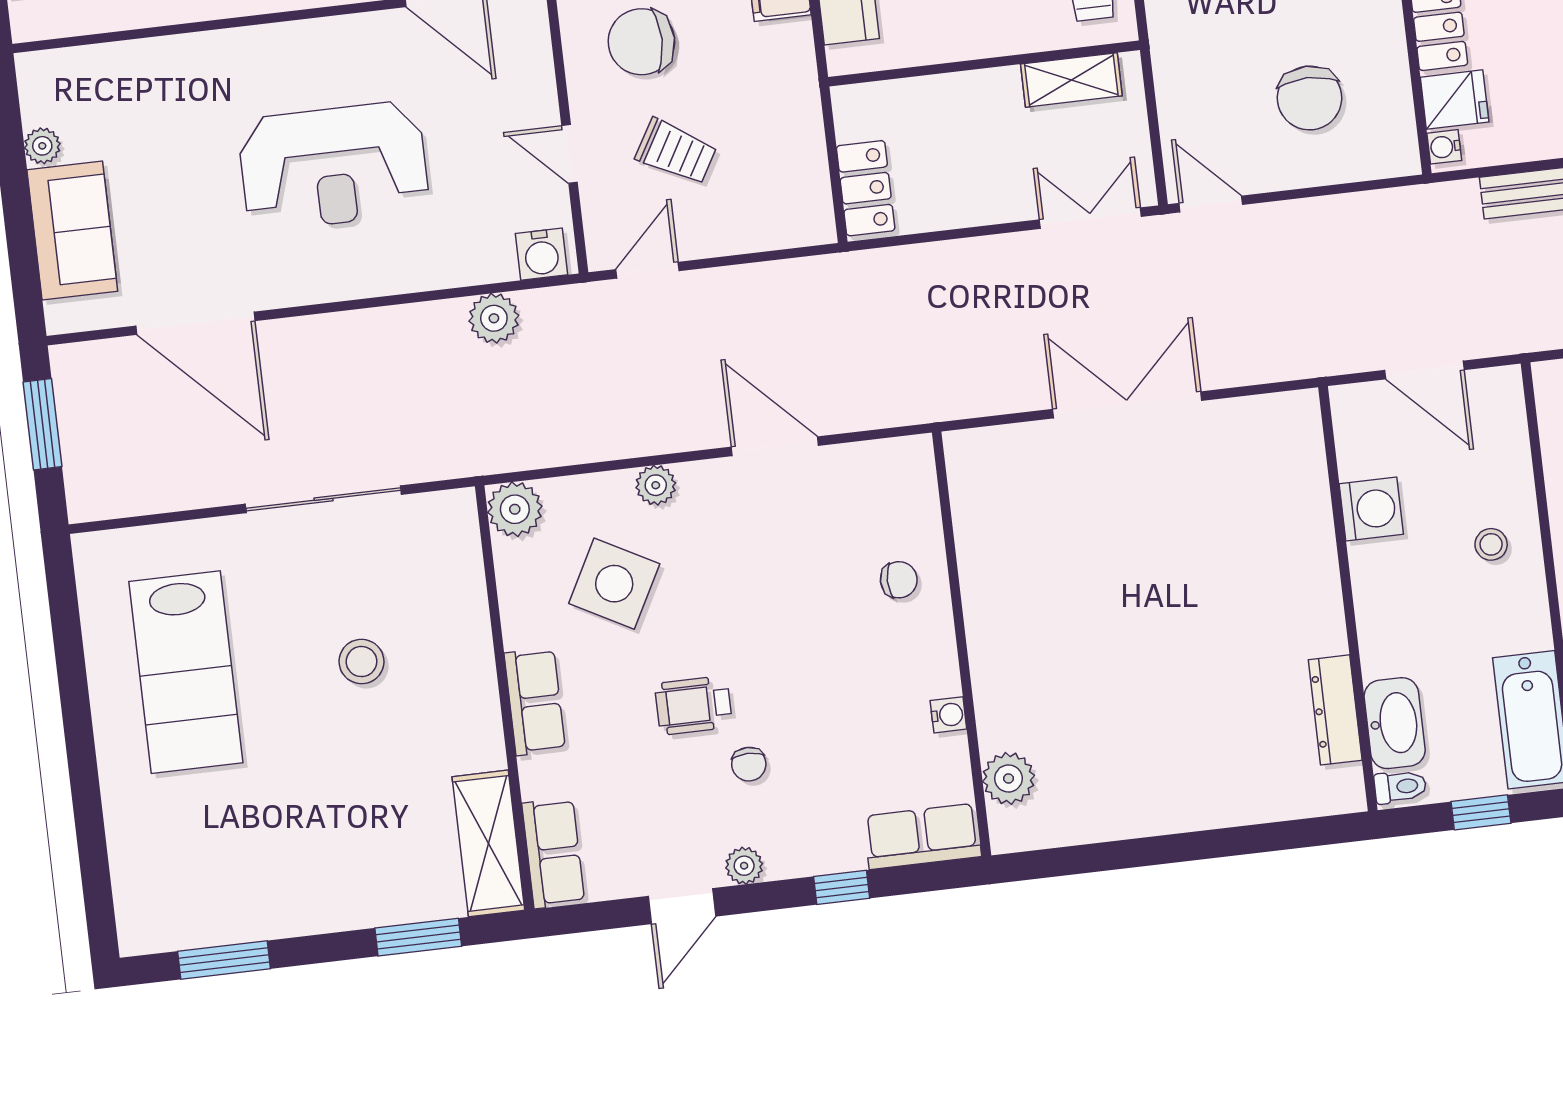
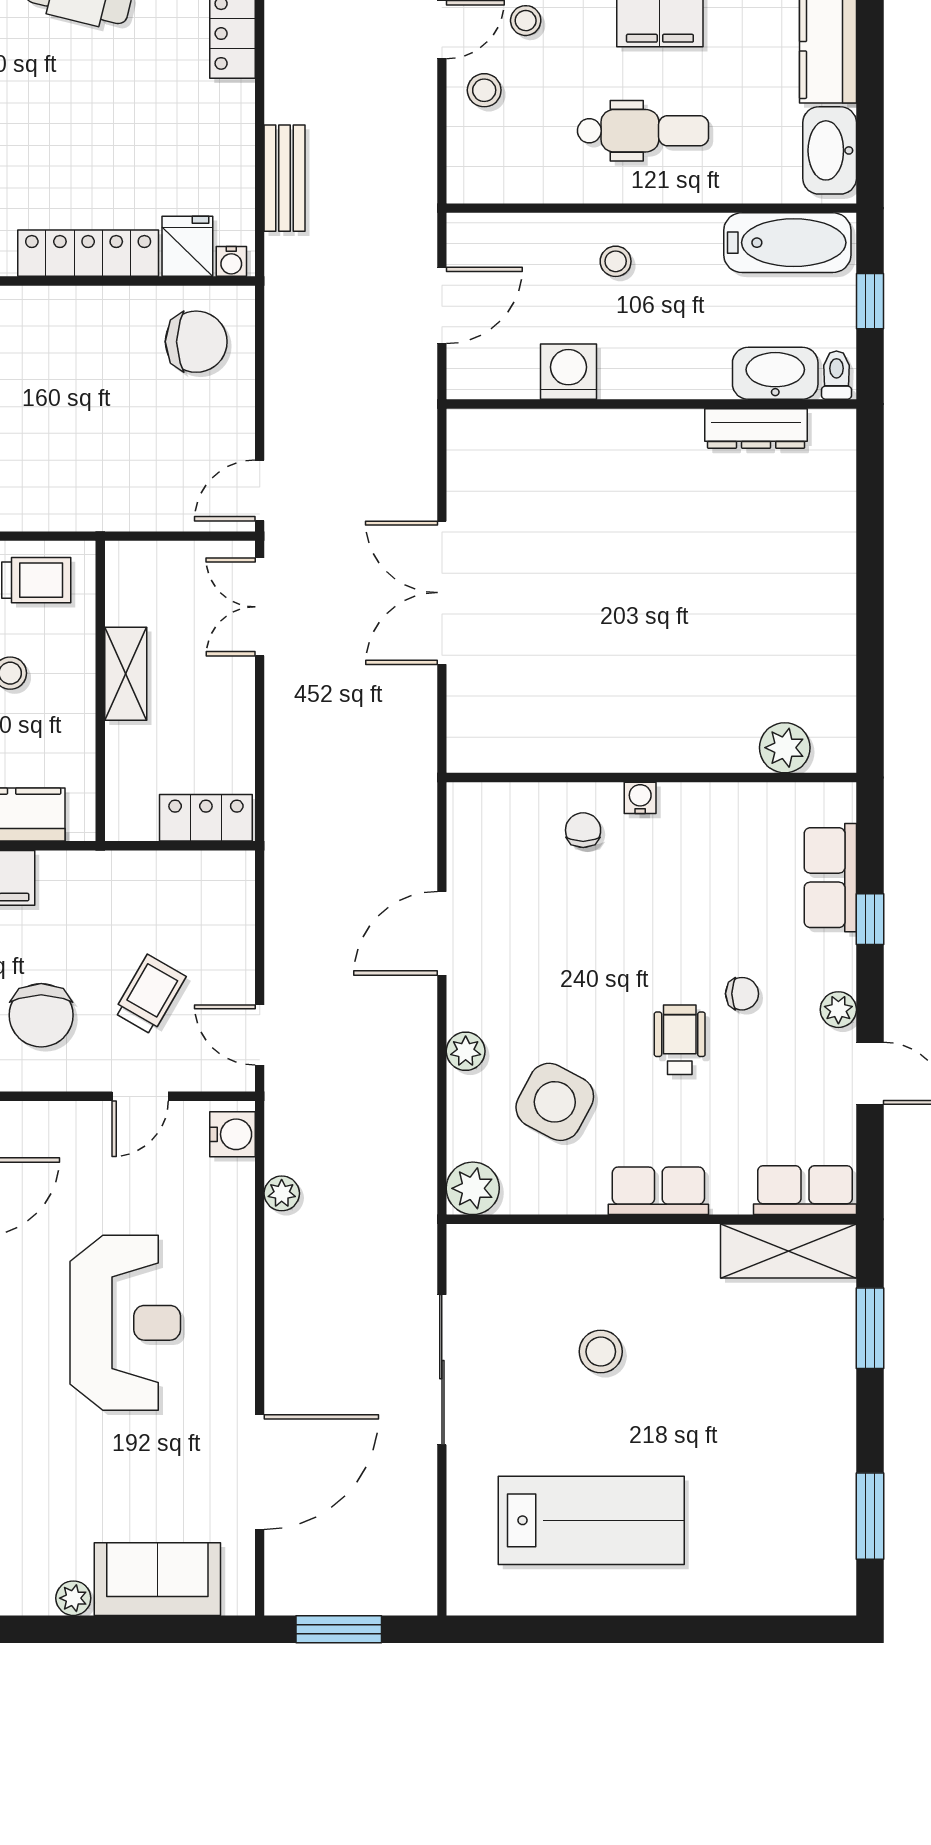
shelving: (1071, 80) -> (126, 674), moved
chair: (1309, 98) -> (196, 342), moved
plant: (494, 318) -> (282, 1193), width x0.73, depth x0.73
wheelchair: (694, 705) -> (680, 1040), turned 180
water cooler: (948, 715) -> (640, 798), moved
row of seats: (922, 836) -> (830, 878), moved

